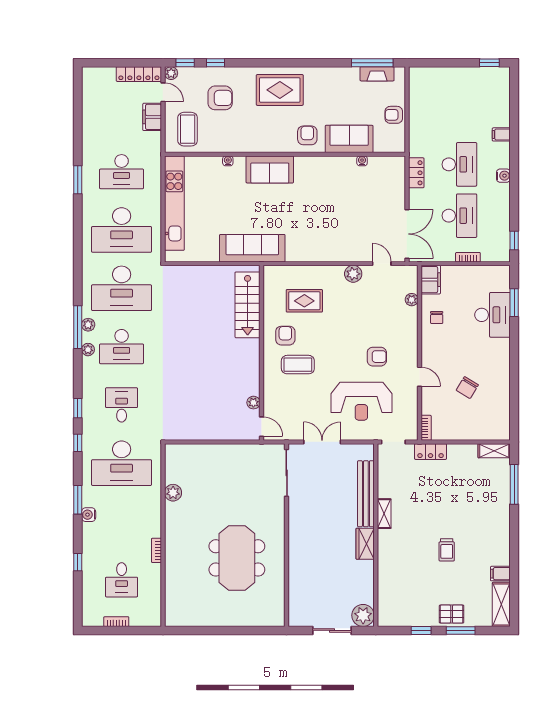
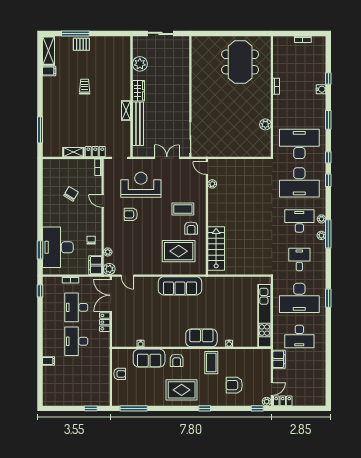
window: (216, 63) -> (205, 408), moved
window: (489, 63) -> (91, 408), moved
locker: (139, 74) -> (283, 401), width x0.66
fireplace: (377, 74) -> (131, 401), removed
rug: (280, 90) -> (182, 390), moved
door: (163, 92) -> (272, 389), swing flipped
filing cabinet: (152, 117) -> (279, 359), moved
coffee table: (188, 129) -> (211, 363), moved
desk: (122, 172) -> (299, 336), turned 180
locker: (416, 173) -> (105, 322), moved
water cooler: (503, 176) -> (47, 334), removed
window: (78, 180) -> (328, 298), moved
desk: (122, 230) -> (299, 298), turned 180
sofa: (252, 248) -> (180, 286), moved
plant: (353, 274) -> (109, 269), moved
desk: (122, 288) -> (299, 259), width x0.53, depth x0.77
rug: (304, 301) -> (179, 251), width x1.36, depth x1.43
desk: (493, 315) -> (58, 247), width x1.36, depth x1.30
desk: (122, 405) -> (299, 182), width x1.87, depth x1.30
double door: (322, 442) -> (167, 158), swing flipped
shelving: (494, 451) -> (73, 152), moved
water cooler: (89, 515) -> (321, 89), moved
meeting table: (237, 558) -> (240, 62), moved
desk: (122, 580) -> (299, 67), removed
plant: (363, 615) -> (140, 64), moved
window: (421, 630) -> (101, 33), removed
window: (461, 630) -> (75, 33), width x1.44

